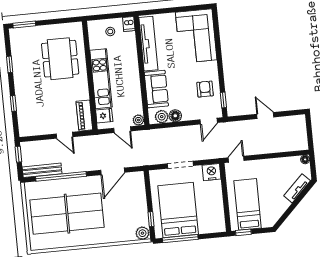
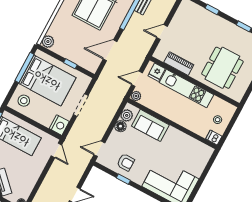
tv unit: (148, 44) -> (189, 142), removed
dining table: (60, 59) -> (222, 68), turned 90
window: (223, 100) -> (123, 179), moved
piano: (84, 116) -> (179, 64), moved
door: (209, 121) -> (99, 149), hinge flipped
door: (113, 171) -> (110, 50), hinge flipped
window: (151, 219) -> (70, 64), moved
stool: (211, 219) -> (24, 101), added

